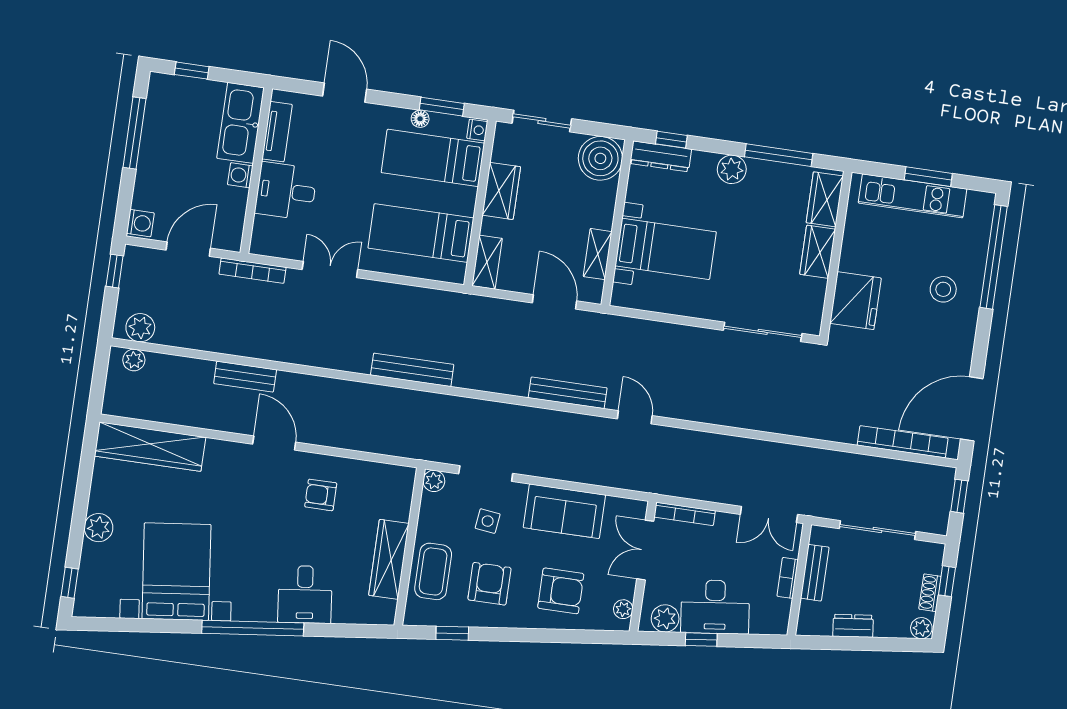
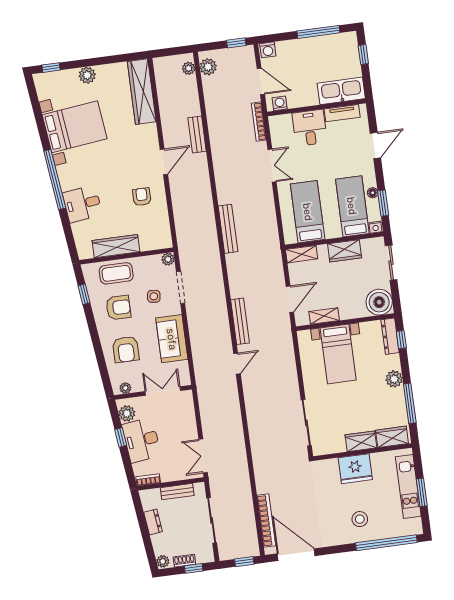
washing machine: (240, 175) -> (280, 103), moved
fridge: (855, 301) -> (355, 469), moved
bookcase: (685, 514) -> (190, 408), removed
bookcase: (788, 578) -> (148, 480), moved

